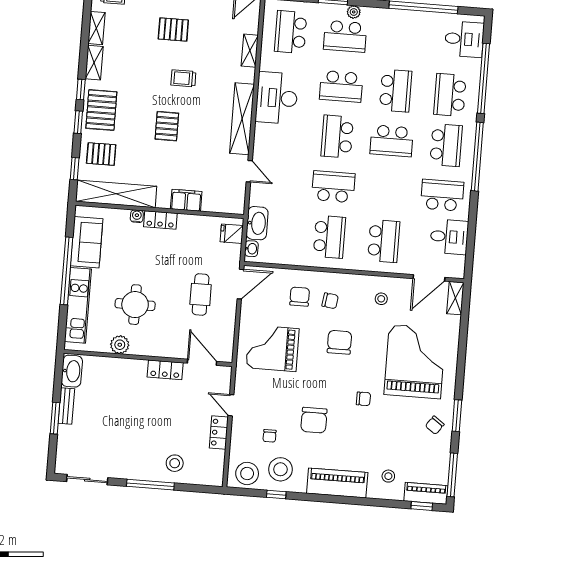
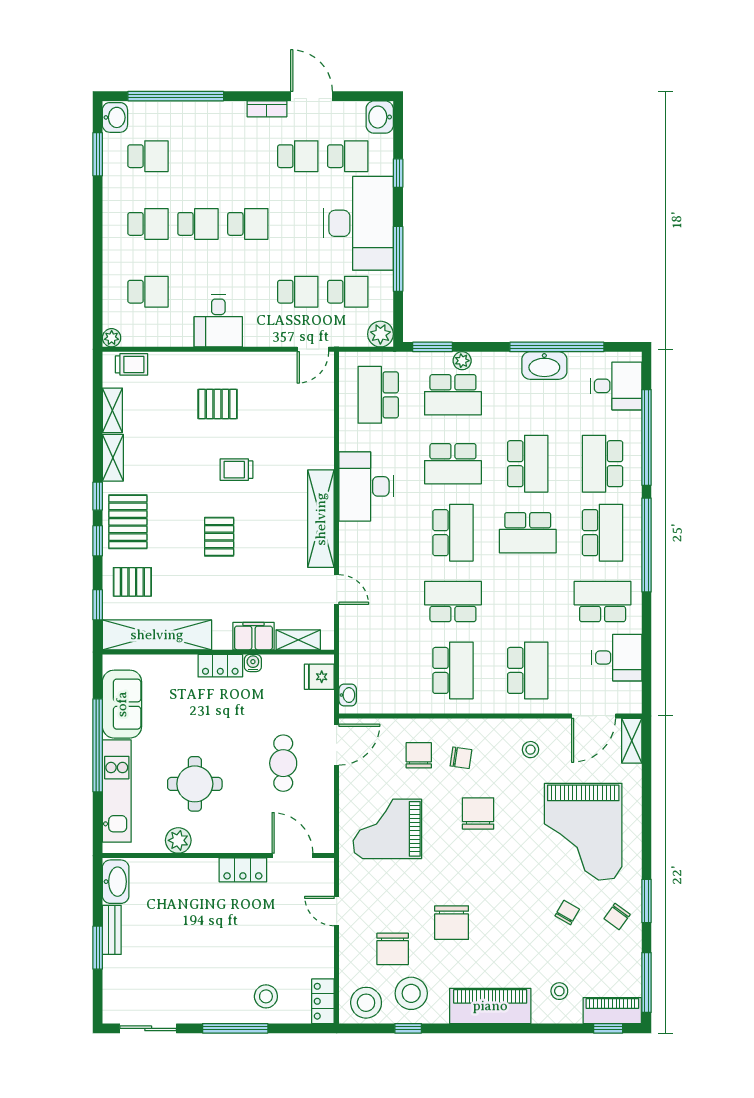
shelving: (250, 51) -> (298, 640), moved, turned 90
school desk: (337, 137) -> (453, 533), turned 180
water cooler: (137, 216) -> (253, 663), moved
washbasin: (257, 223) -> (544, 365), moved, turned 90
grand piano: (415, 362) -> (583, 832), turned 180
chair: (363, 399) -> (567, 913), moved, turned -60
locker: (219, 432) -> (323, 1001), moved
chair: (270, 436) -> (393, 949), width x1.87, depth x1.87

